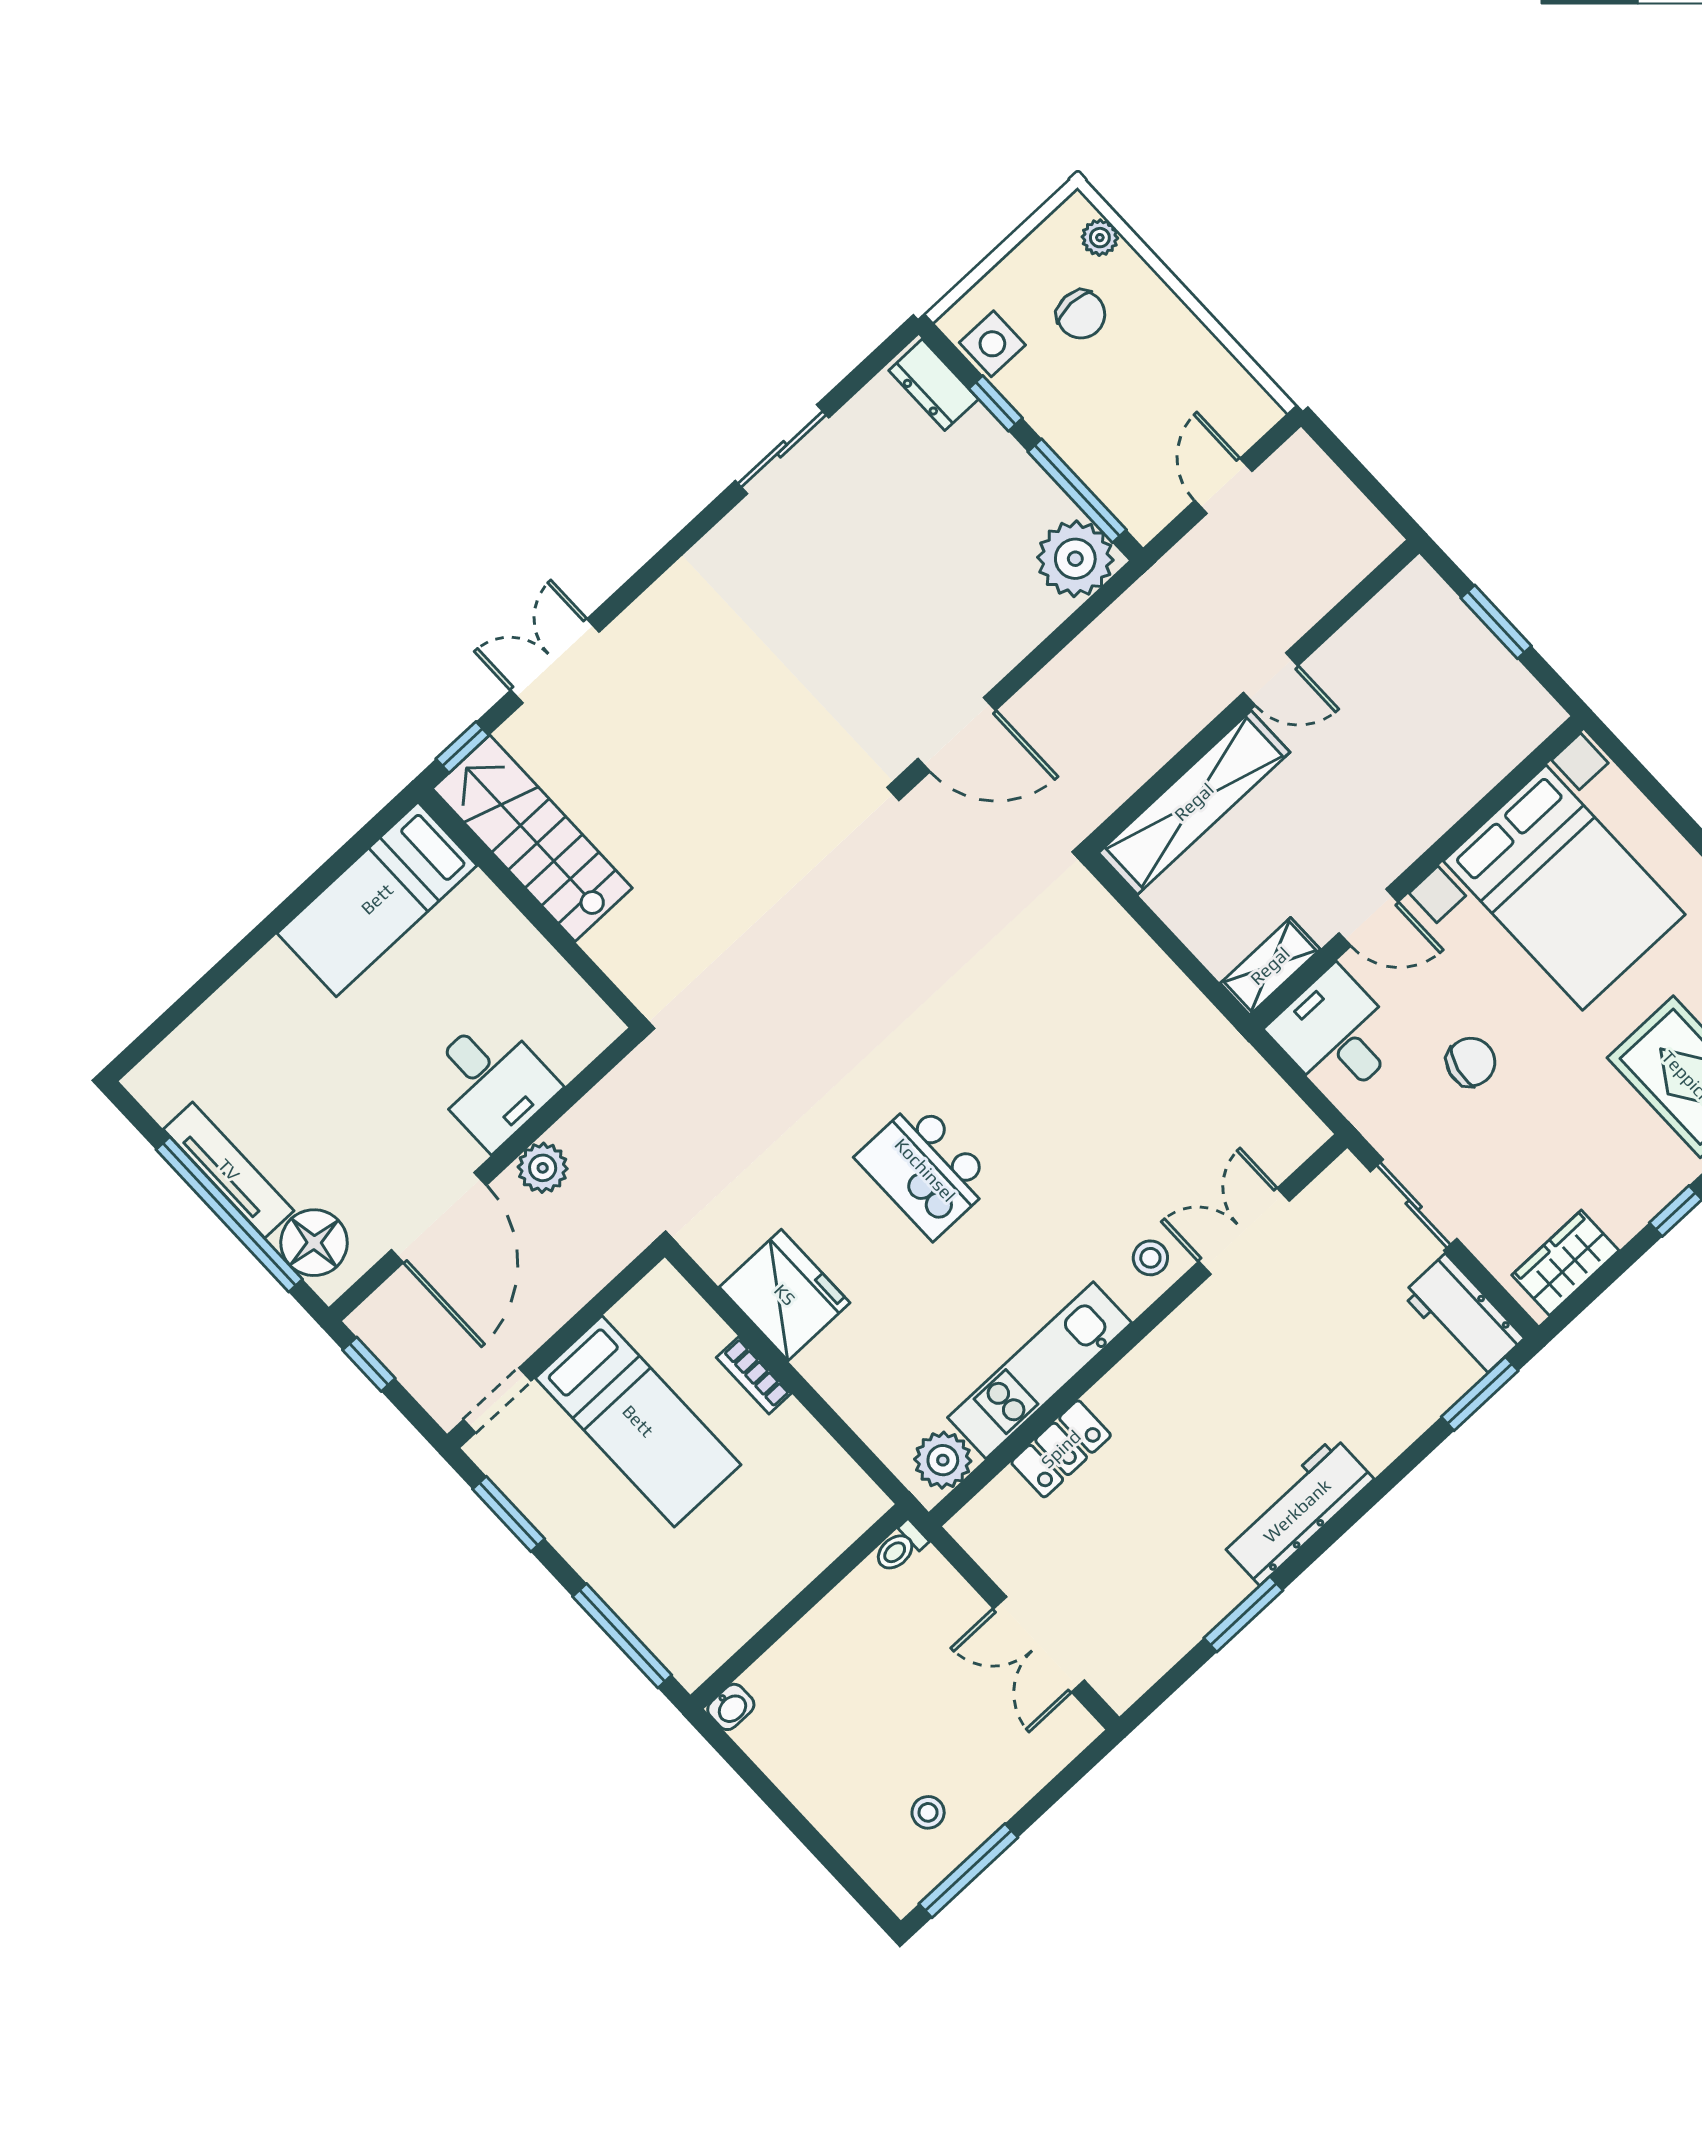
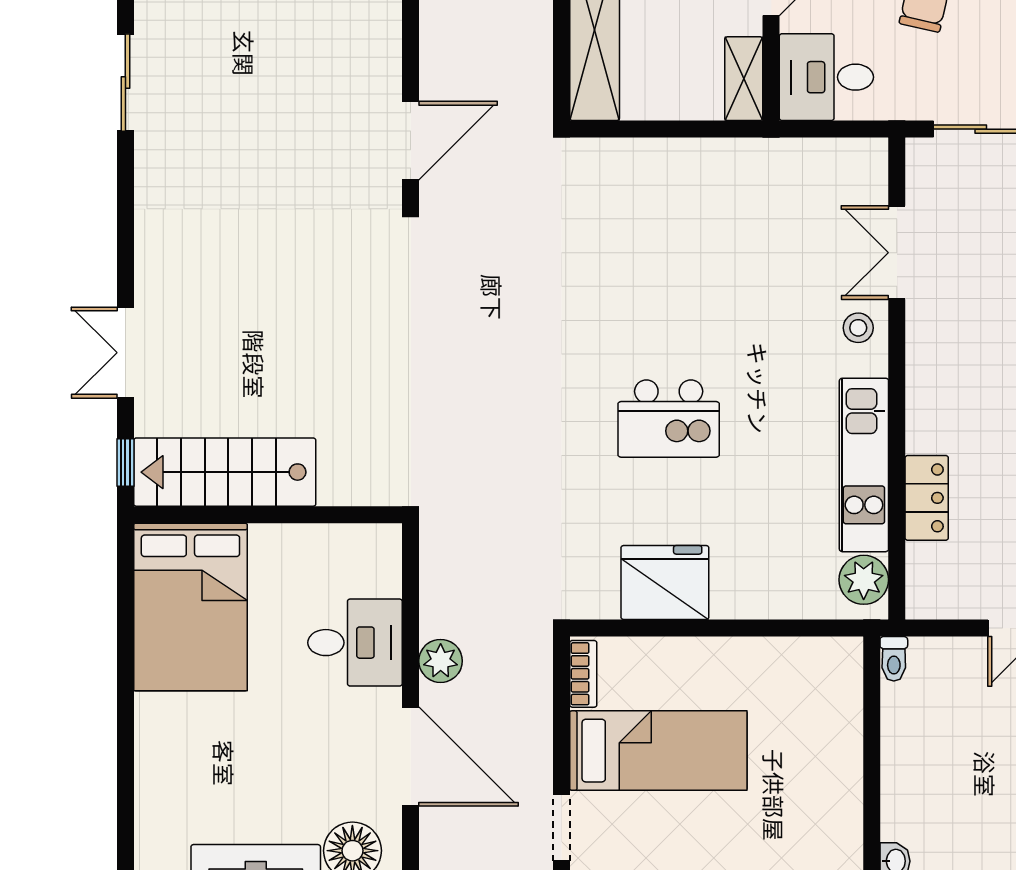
bed: (377, 899) -> (190, 607), width x1.50
bookcase: (754, 1375) -> (583, 674), moved, turned -90

